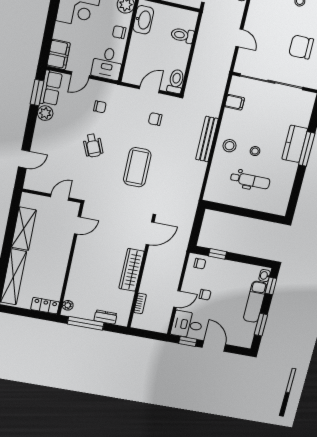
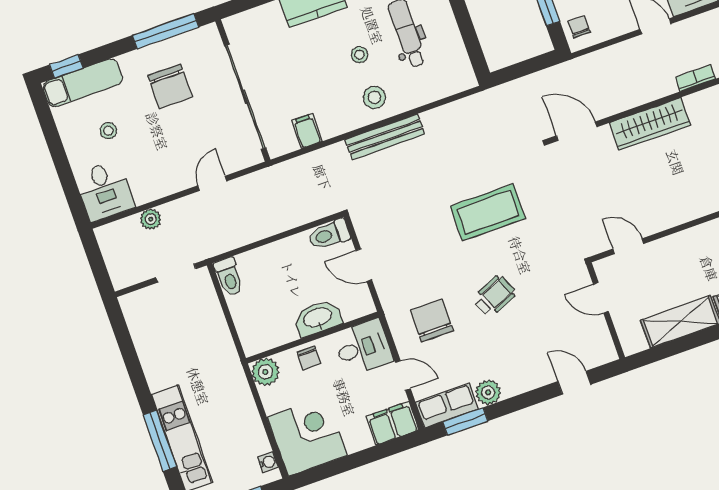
washbasin: (143, 20) -> (318, 318), moved
toilet: (182, 35) -> (229, 277), moved
chair: (100, 107) -> (432, 320), width x1.87, depth x1.87
chair: (155, 119) -> (401, 230), removed

